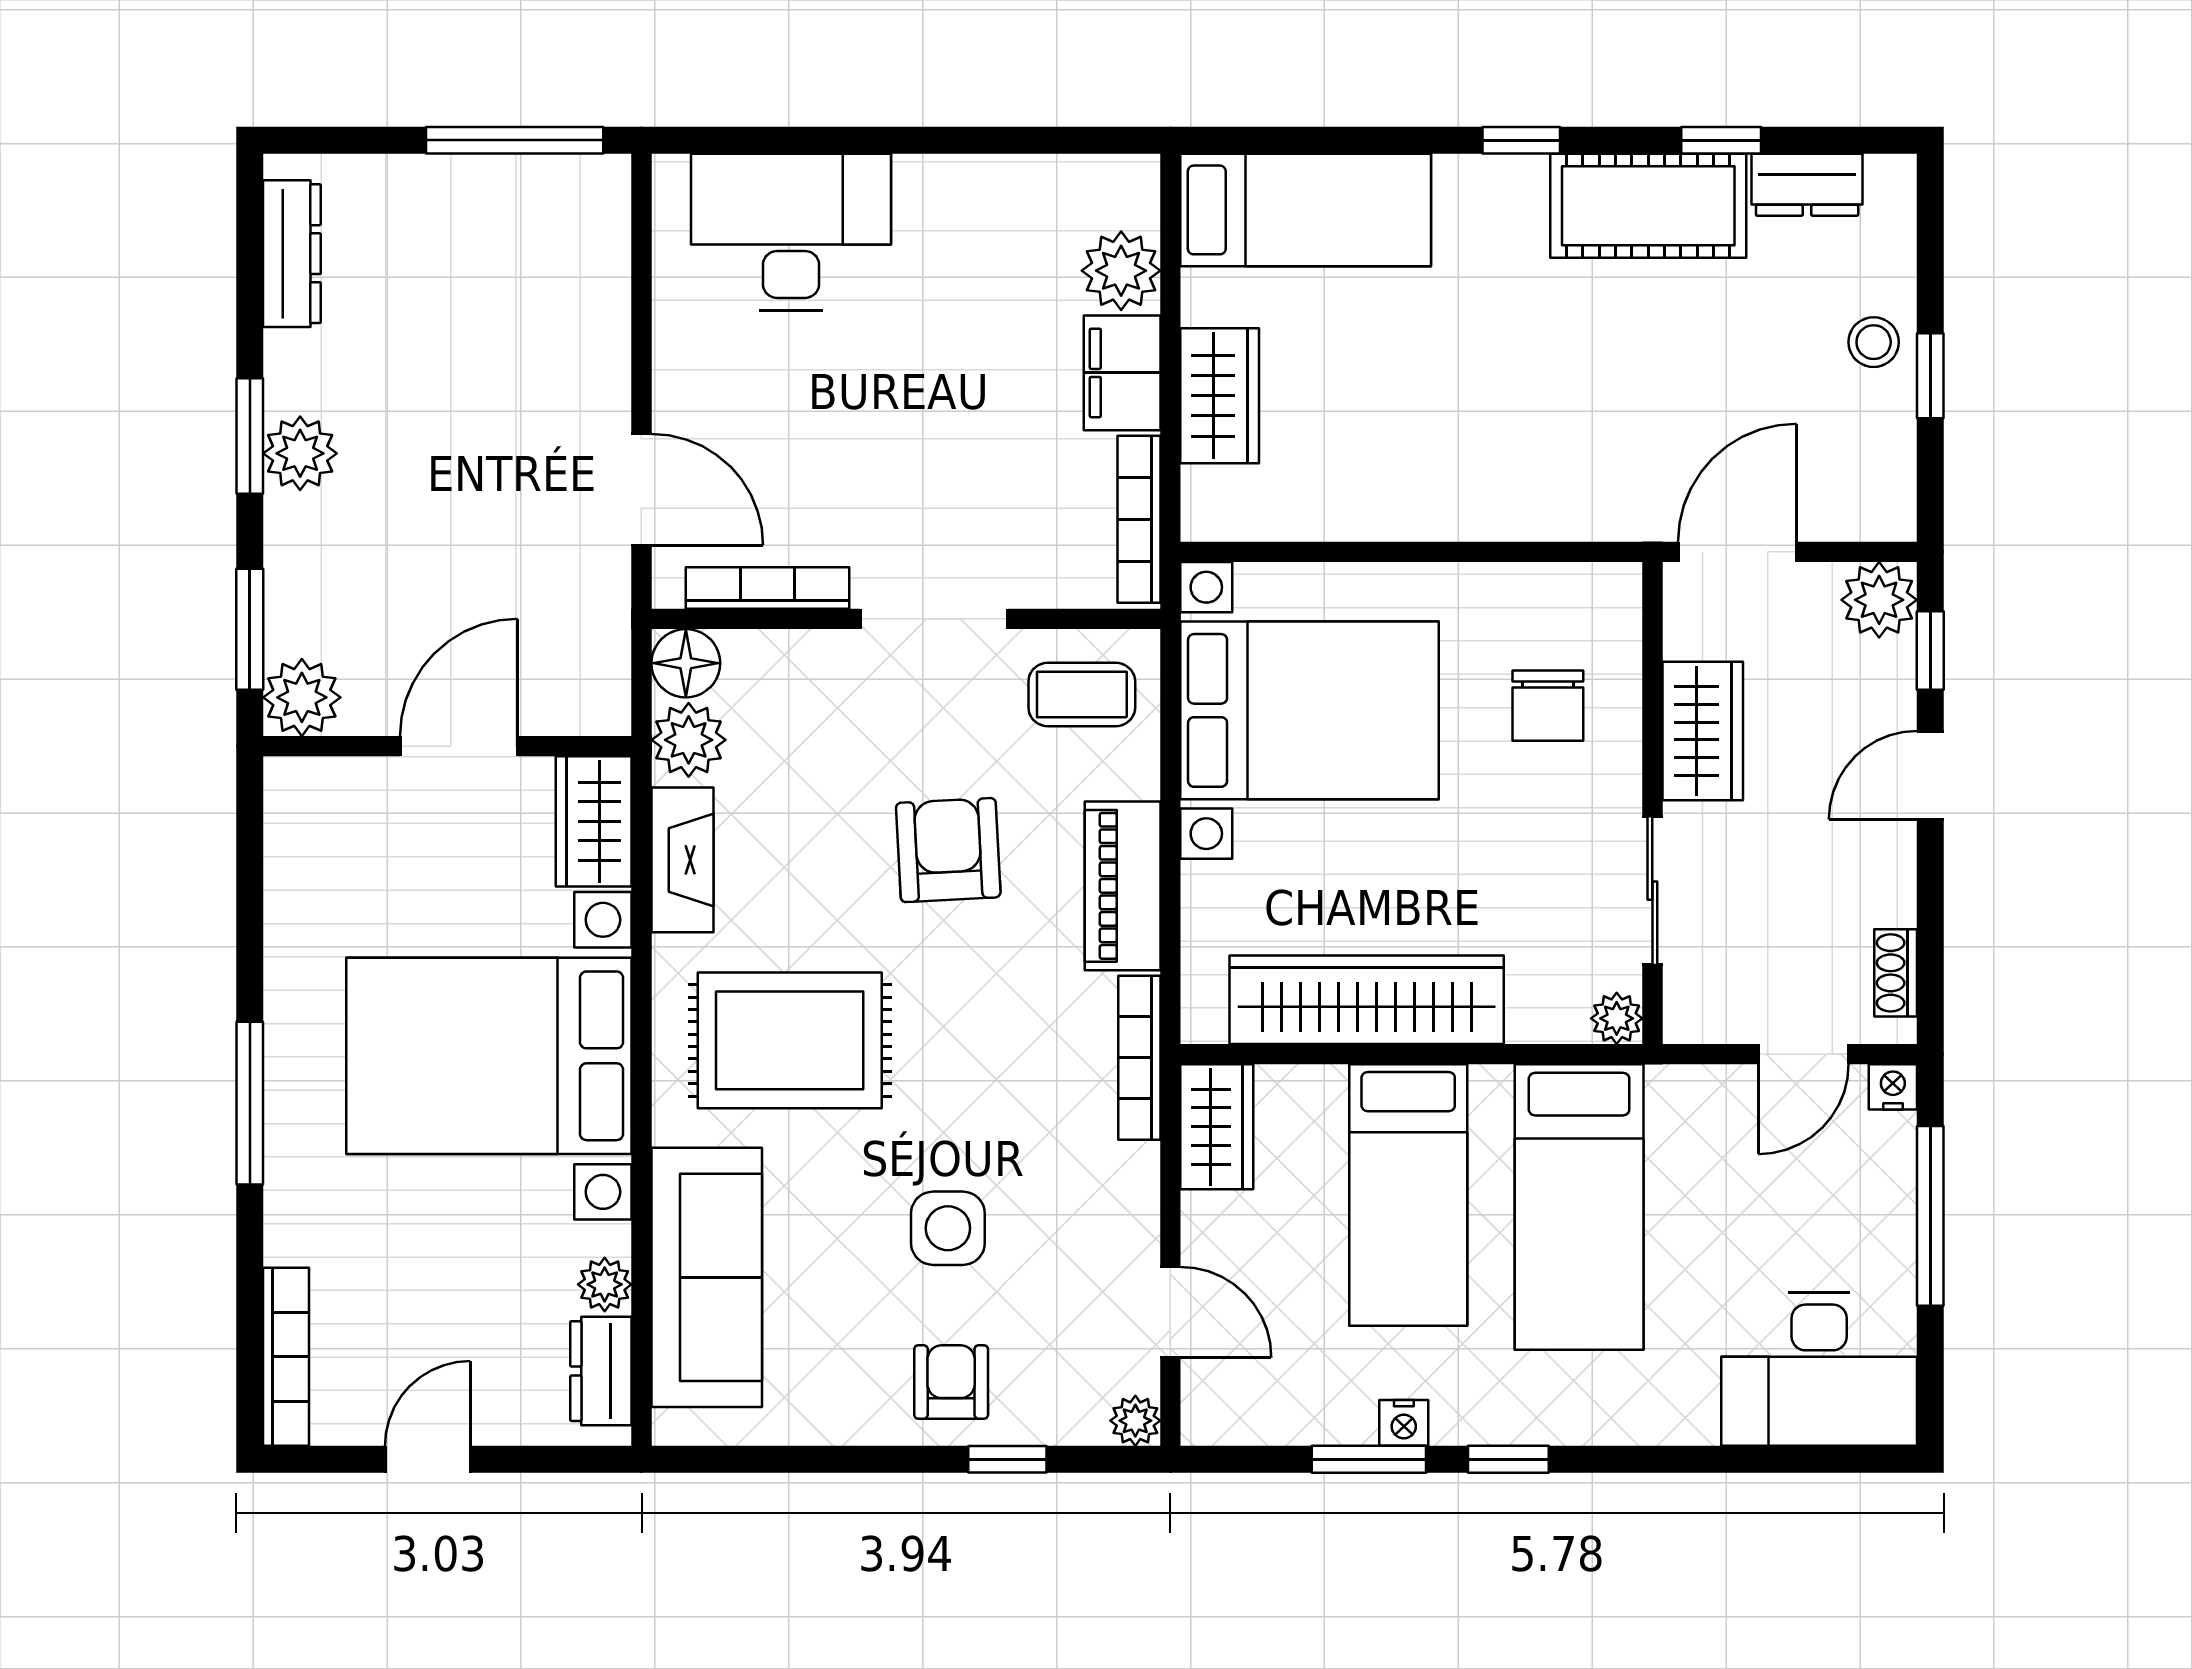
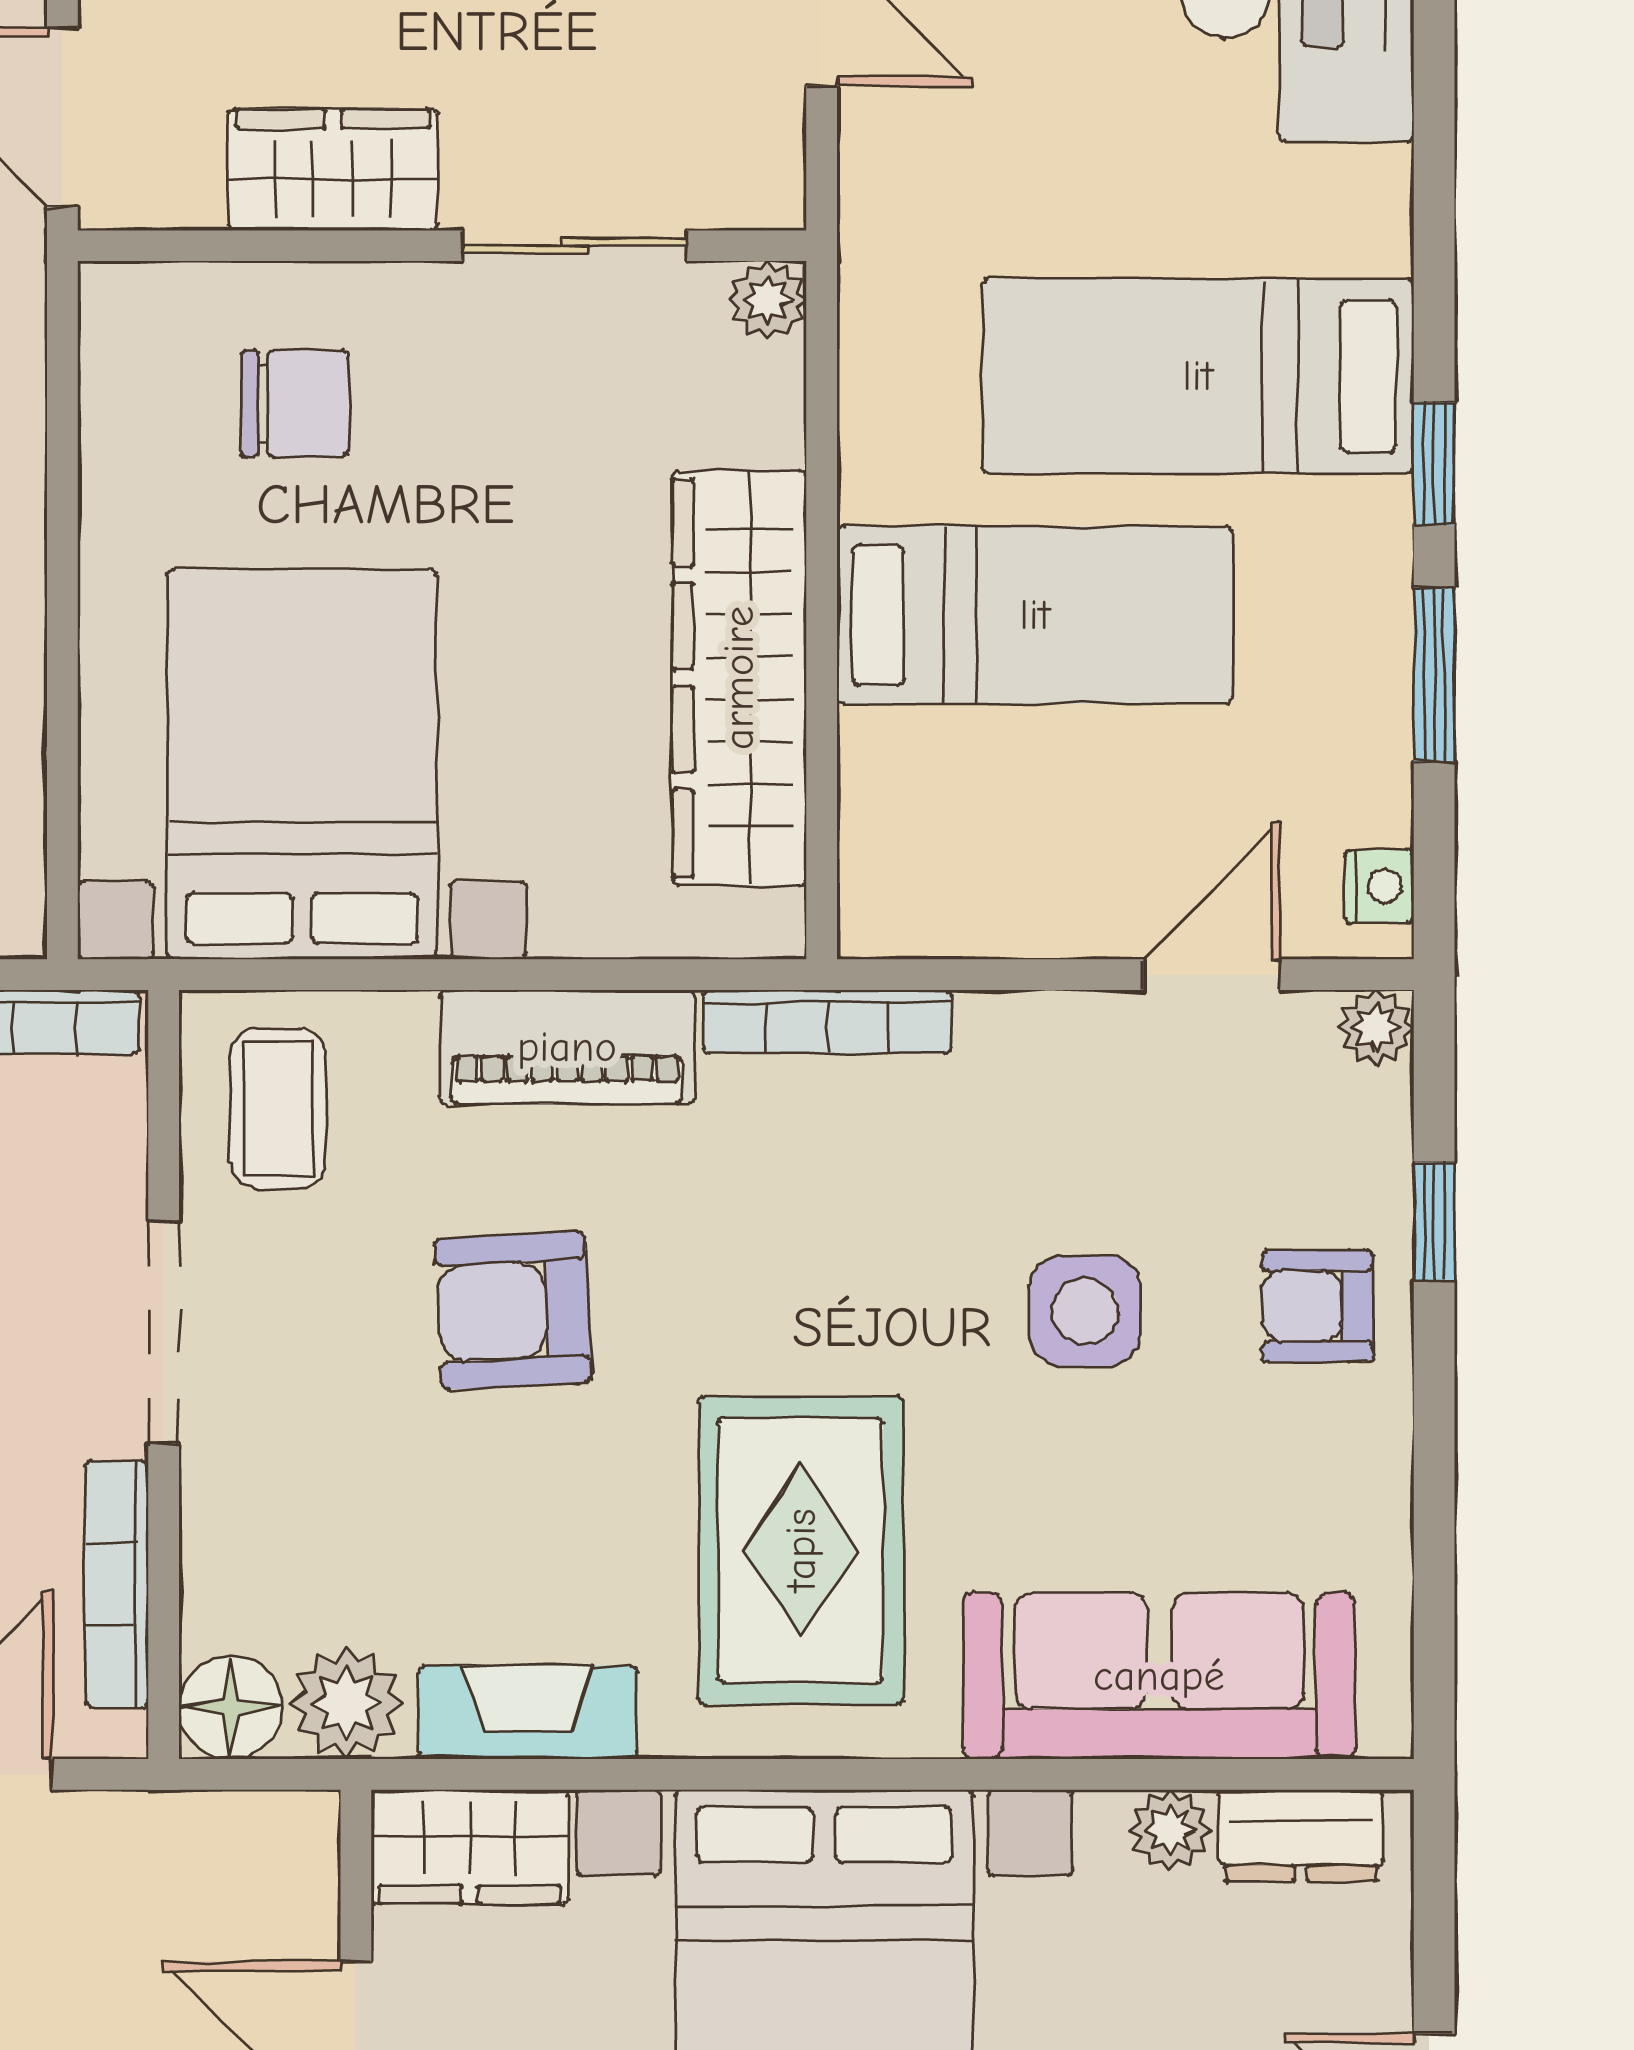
wardrobe: (1217, 1127) -> (931, 905), removed
bed: (1579, 1207) -> (1198, 376), moved, turned 180
nightstand: (1404, 1423) -> (1379, 887), moved

